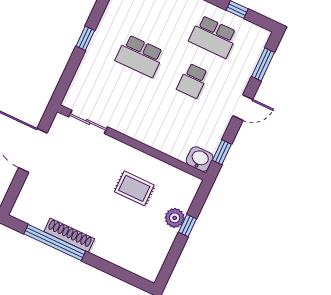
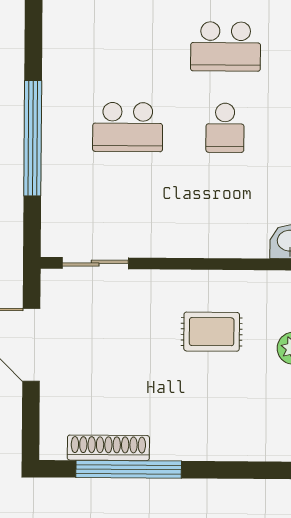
window: (85, 38) -> (33, 138), width x3.17
shoe rack: (69, 235) -> (108, 448), moved

